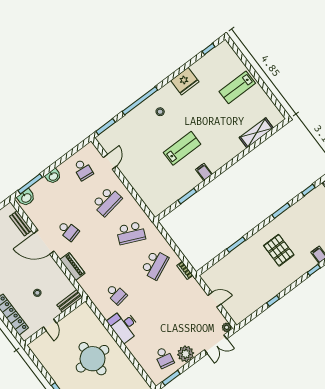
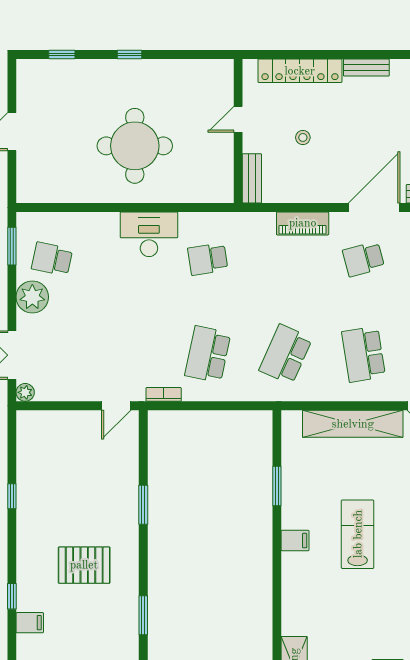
lab bench: (182, 148) -> (358, 534), turned 180
shelving: (139, 184) -> (353, 424), added
school desk: (155, 265) -> (208, 354), turned 36
door: (214, 300) -> (116, 406), moved
door: (50, 325) -> (238, 119), hinge flipped

